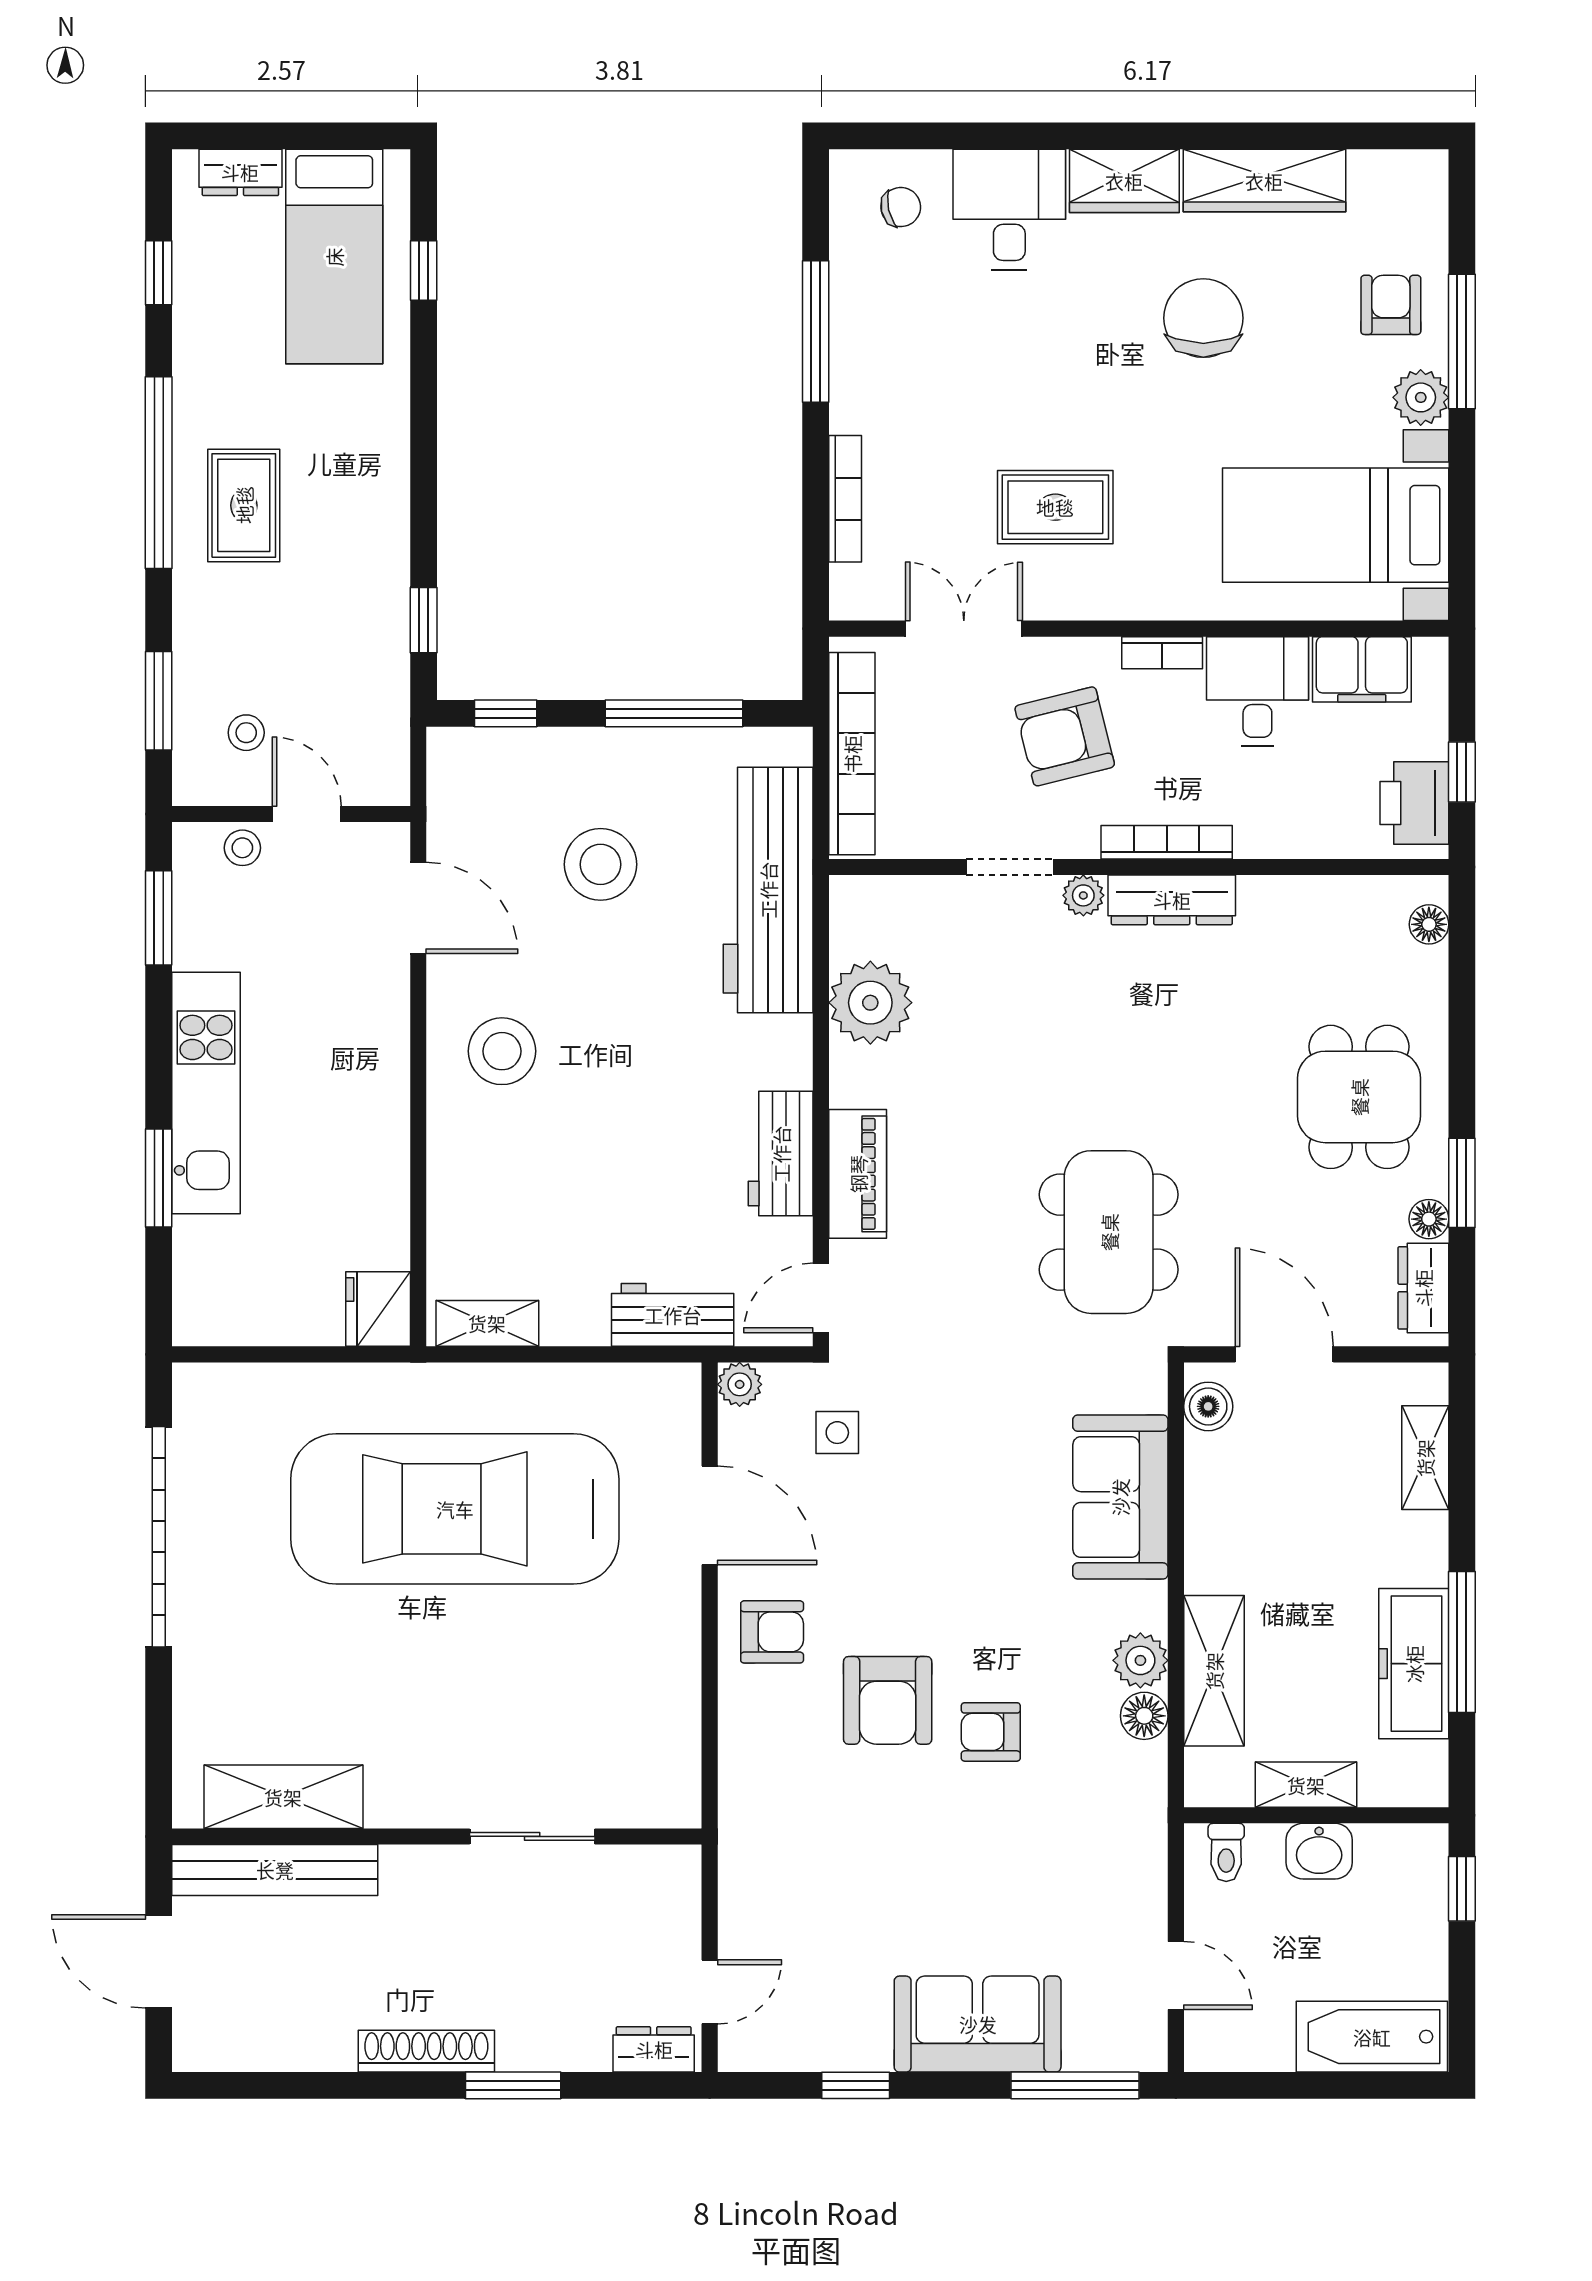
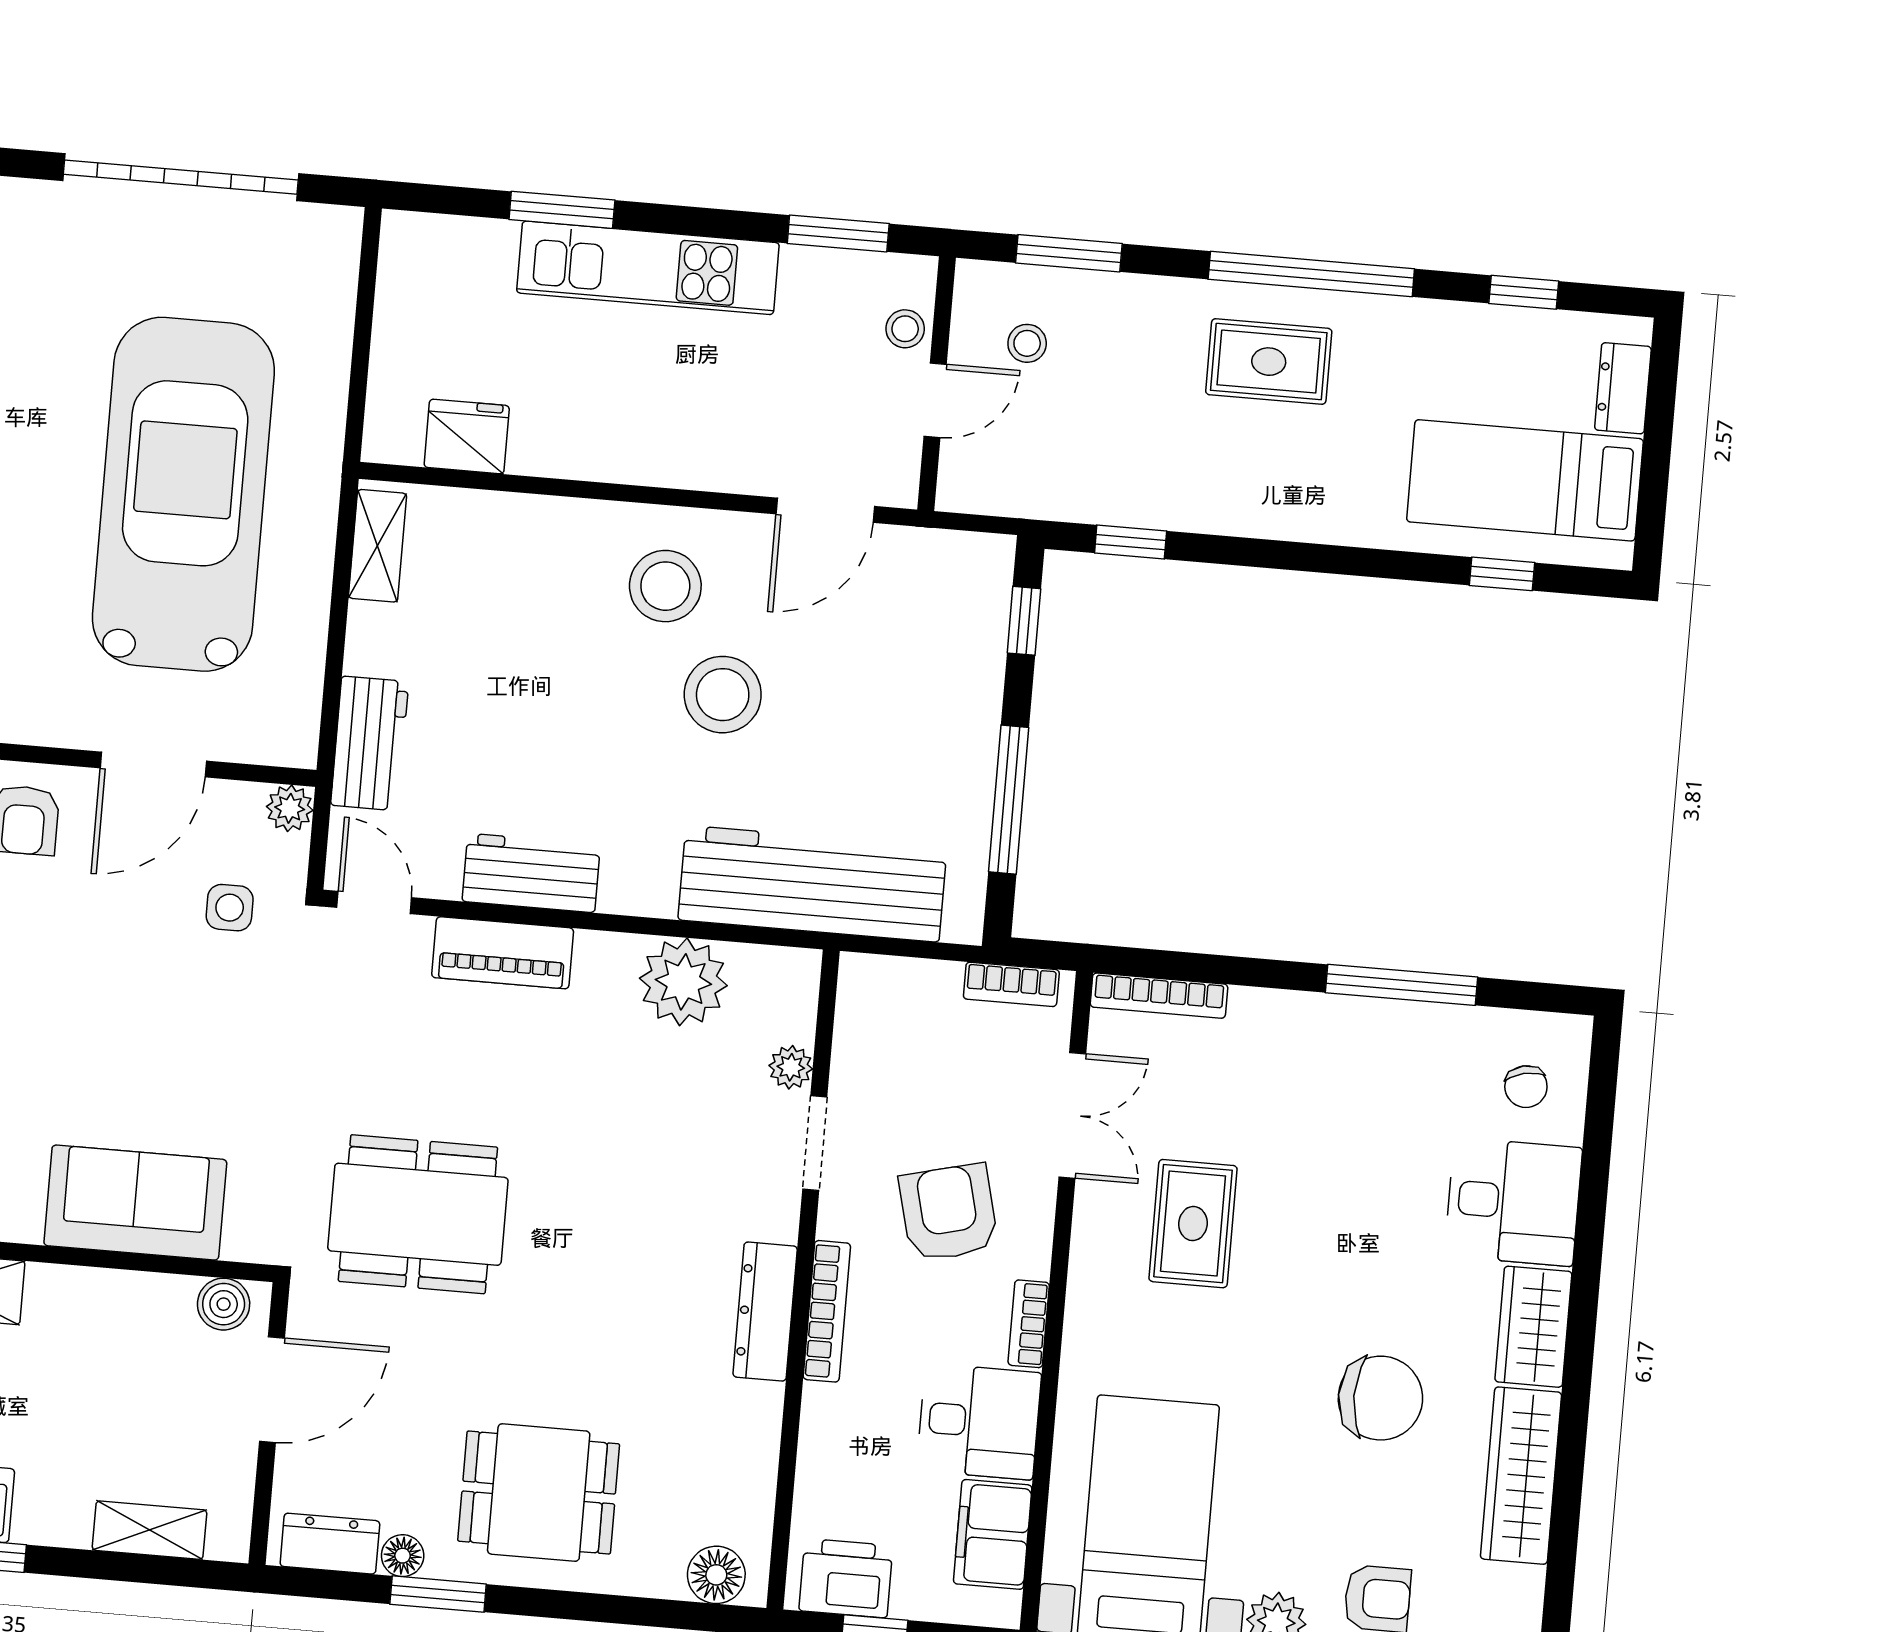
bookcase: (845, 499) -> (1159, 996), moved
bookcase: (852, 754) -> (1011, 984), width x0.43, depth x0.76
stool: (601, 864) -> (723, 695), moved
plant: (1083, 895) -> (791, 1067), moved
floor lamp: (1429, 924) -> (716, 1575), width x1.37, depth x1.37
fridge: (378, 1309) -> (467, 436), moved

